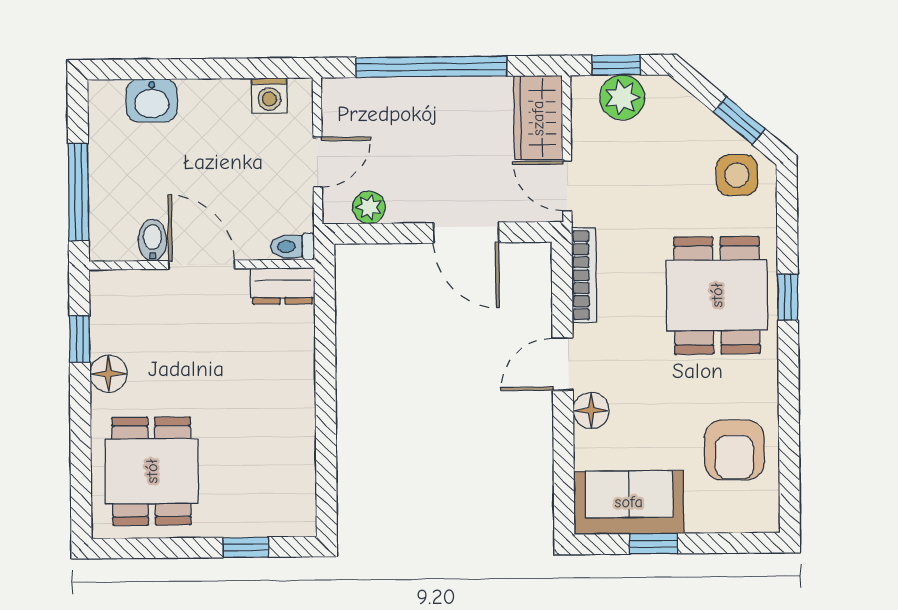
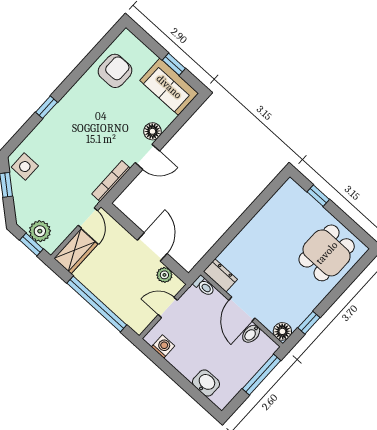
door: (466, 233) -> (152, 247), moved
dining table: (717, 295) -> (71, 131), removed
floor lamp: (109, 374) -> (282, 331), moved

